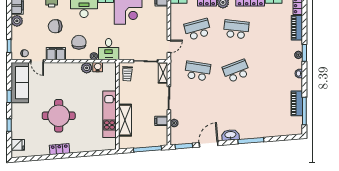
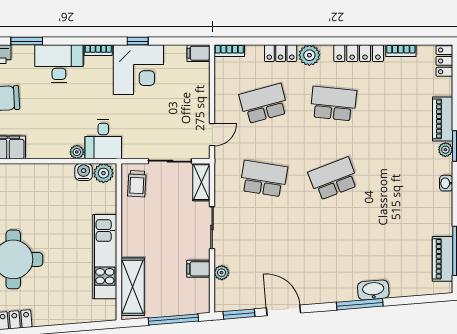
piano: (297, 28) -> (443, 119), moved
chair: (79, 42) -> (50, 127), removed
plant: (87, 68) -> (103, 173), moved
piano: (297, 103) -> (442, 259), moved
shelving: (125, 120) -> (133, 287), moved
washbasin: (230, 135) -> (373, 290), moved
door: (209, 144) -> (283, 310), hinge flipped

